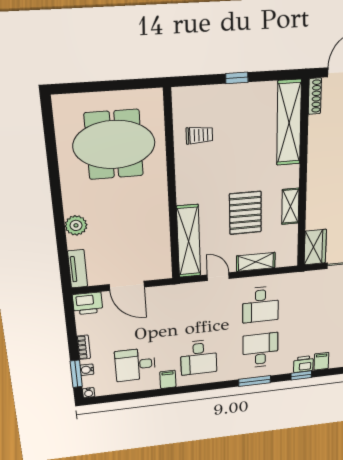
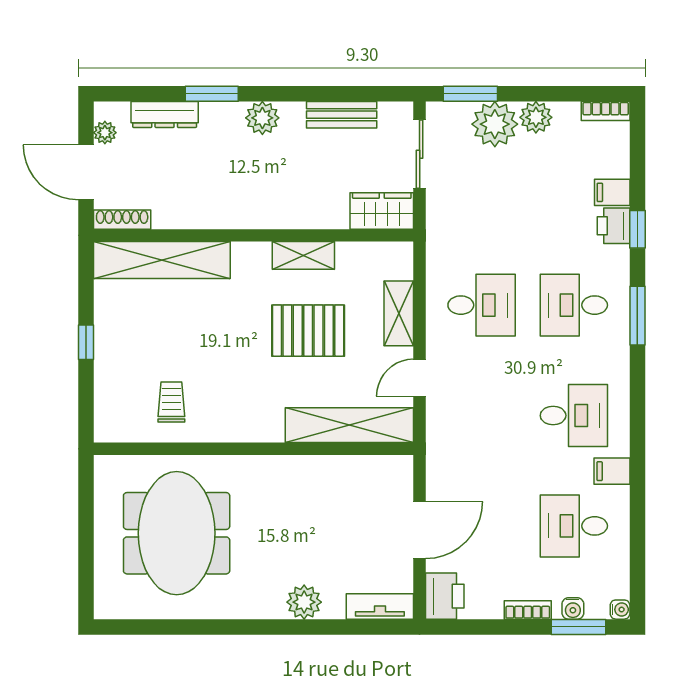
desk: (135, 365) -> (574, 526), turned 90

